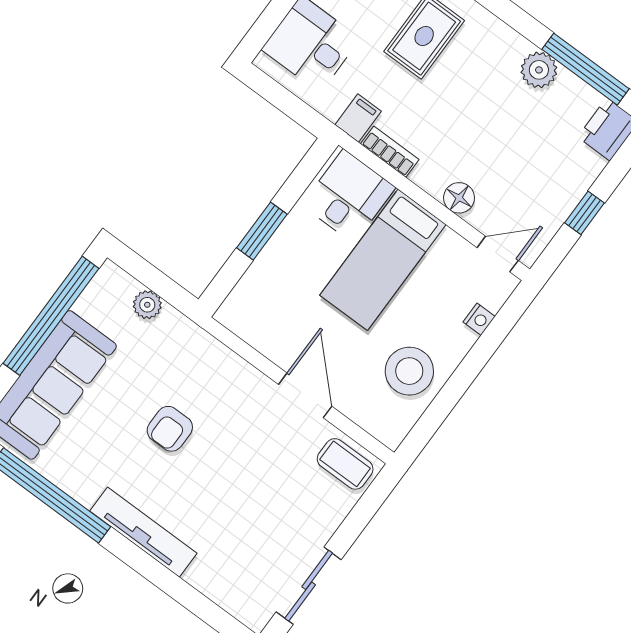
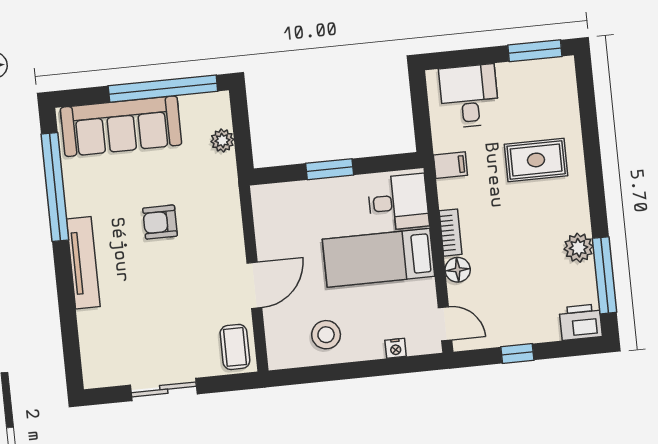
bookcase: (390, 152) -> (451, 233), moved
stool: (409, 371) -> (326, 335), width x0.73, depth x0.73
sliding door: (309, 586) -> (164, 389), moved

